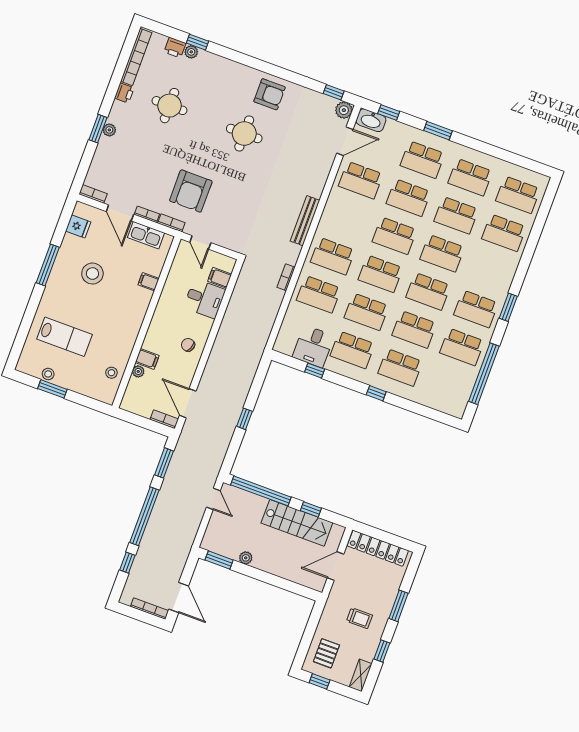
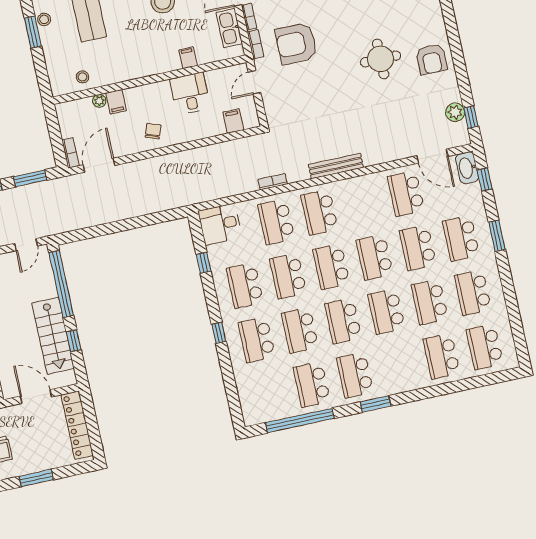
plant: (344, 110) -> (455, 112), moved
desk: (205, 299) -> (190, 94), moved, turned 180
desk: (313, 346) -> (220, 224), moved
window: (244, 419) -> (118, 226), removed

